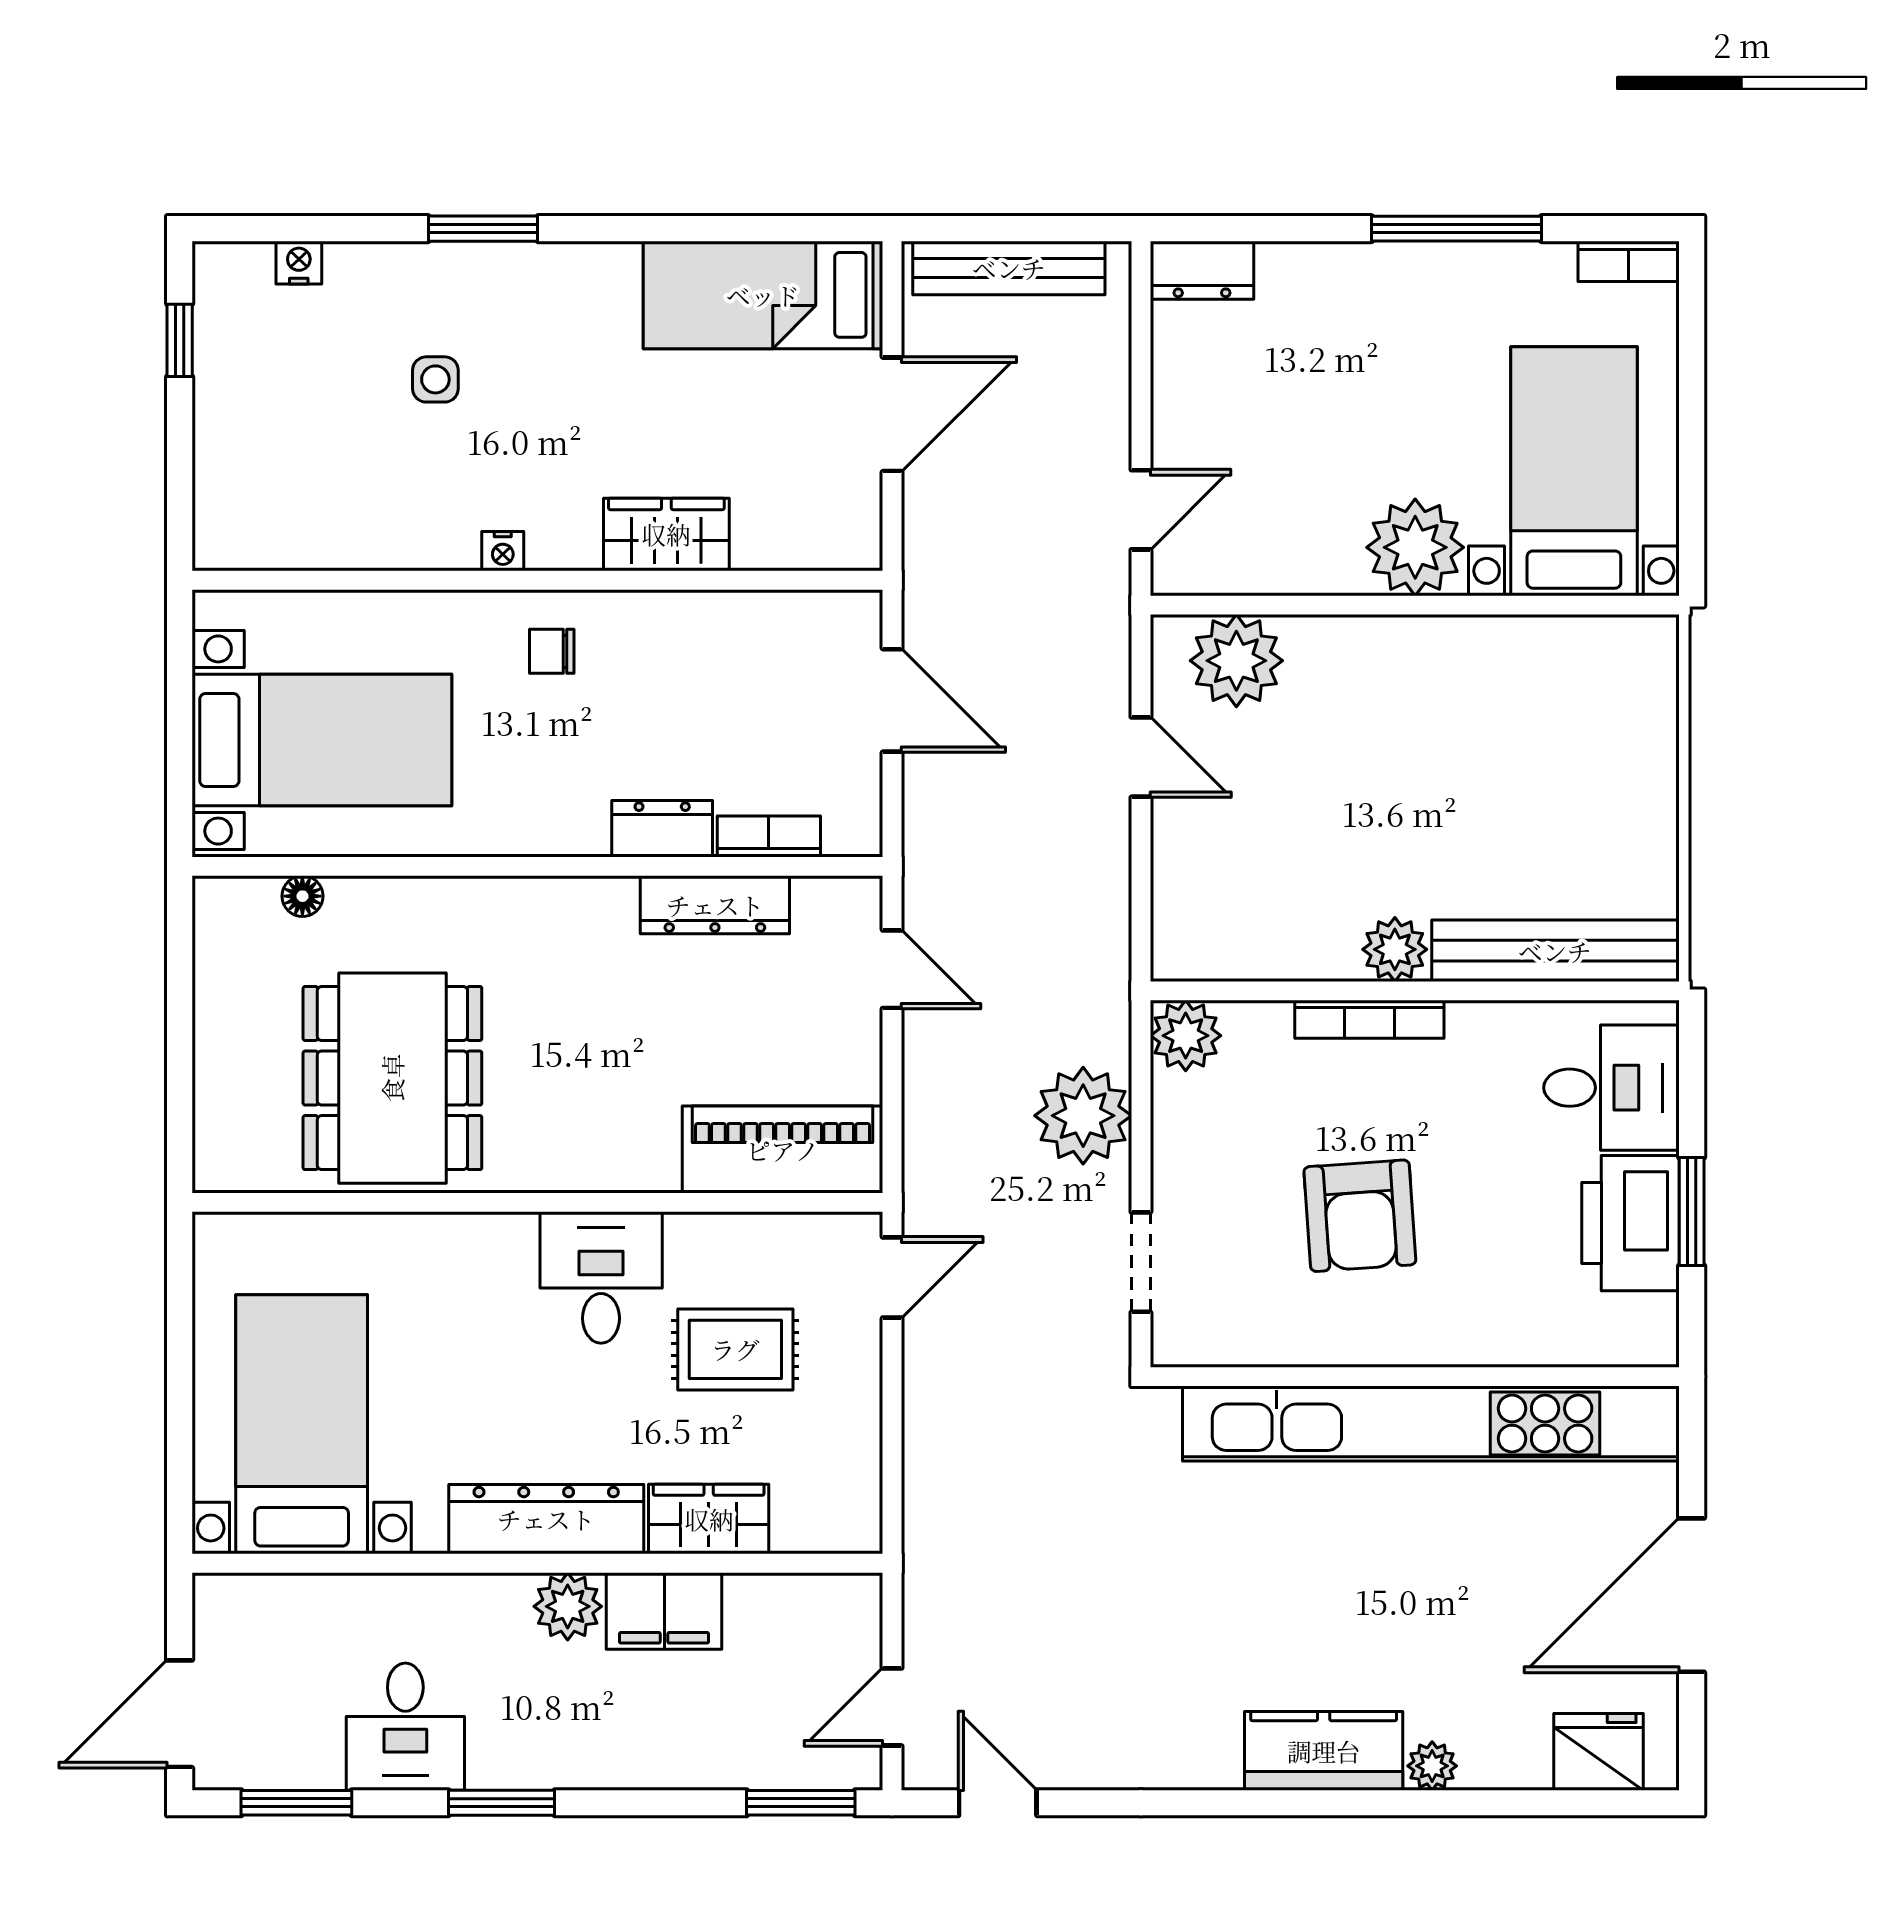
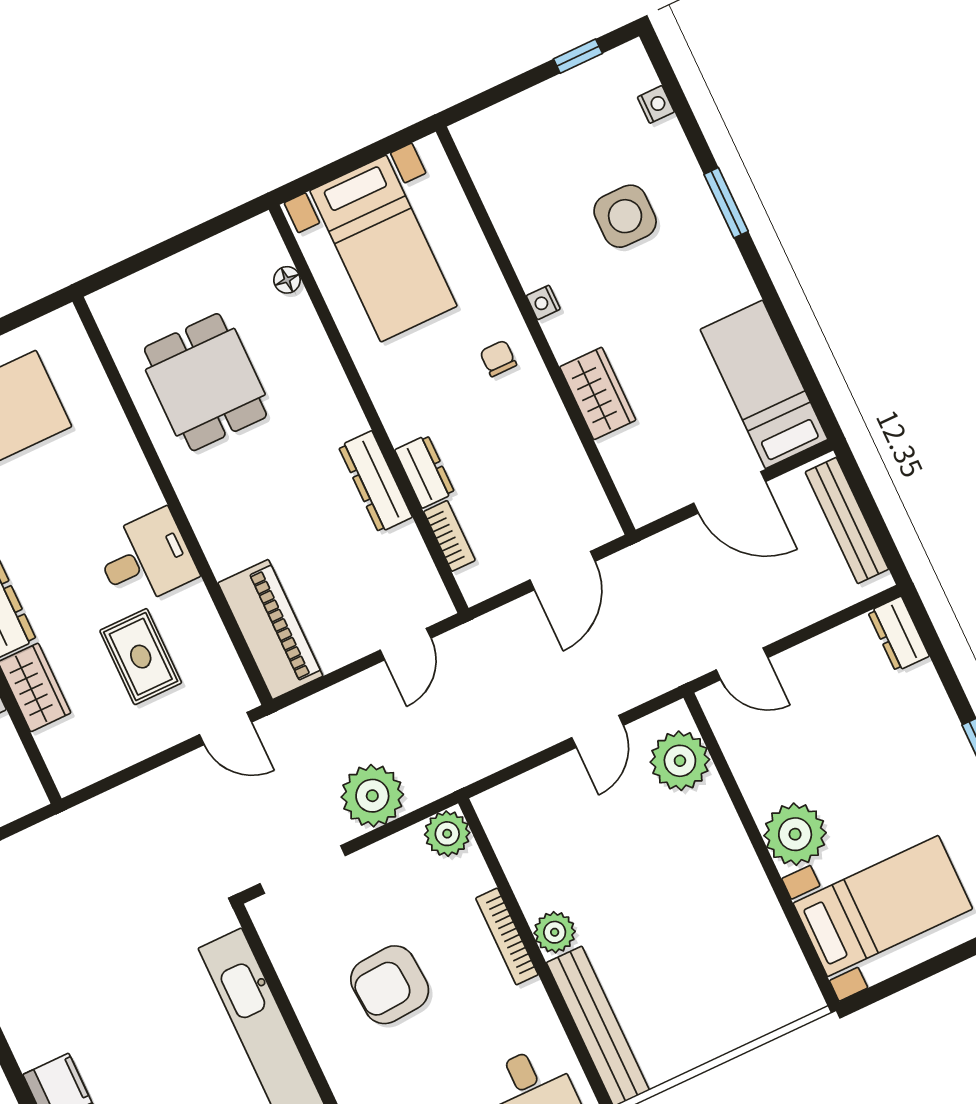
side table: (435, 379) -> (625, 216), width x1.87, depth x1.87
dresser: (715, 905) -> (375, 482), moved
dining table: (392, 1078) -> (205, 382), width x0.73
doorway: (1141, 1262) -> (303, 870), width x1.38

